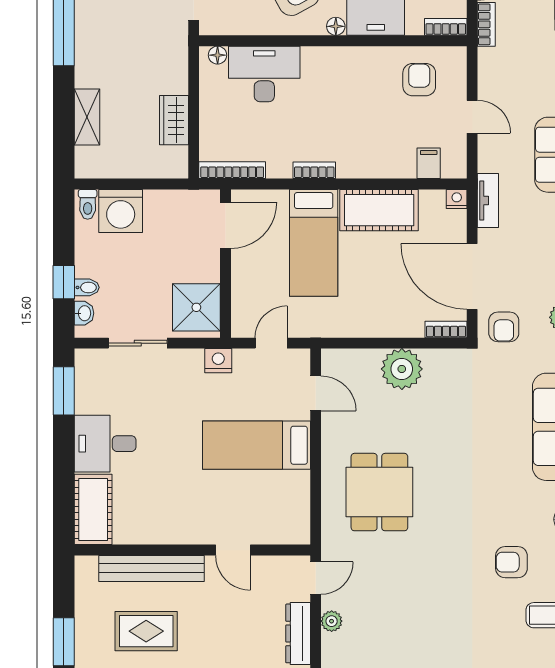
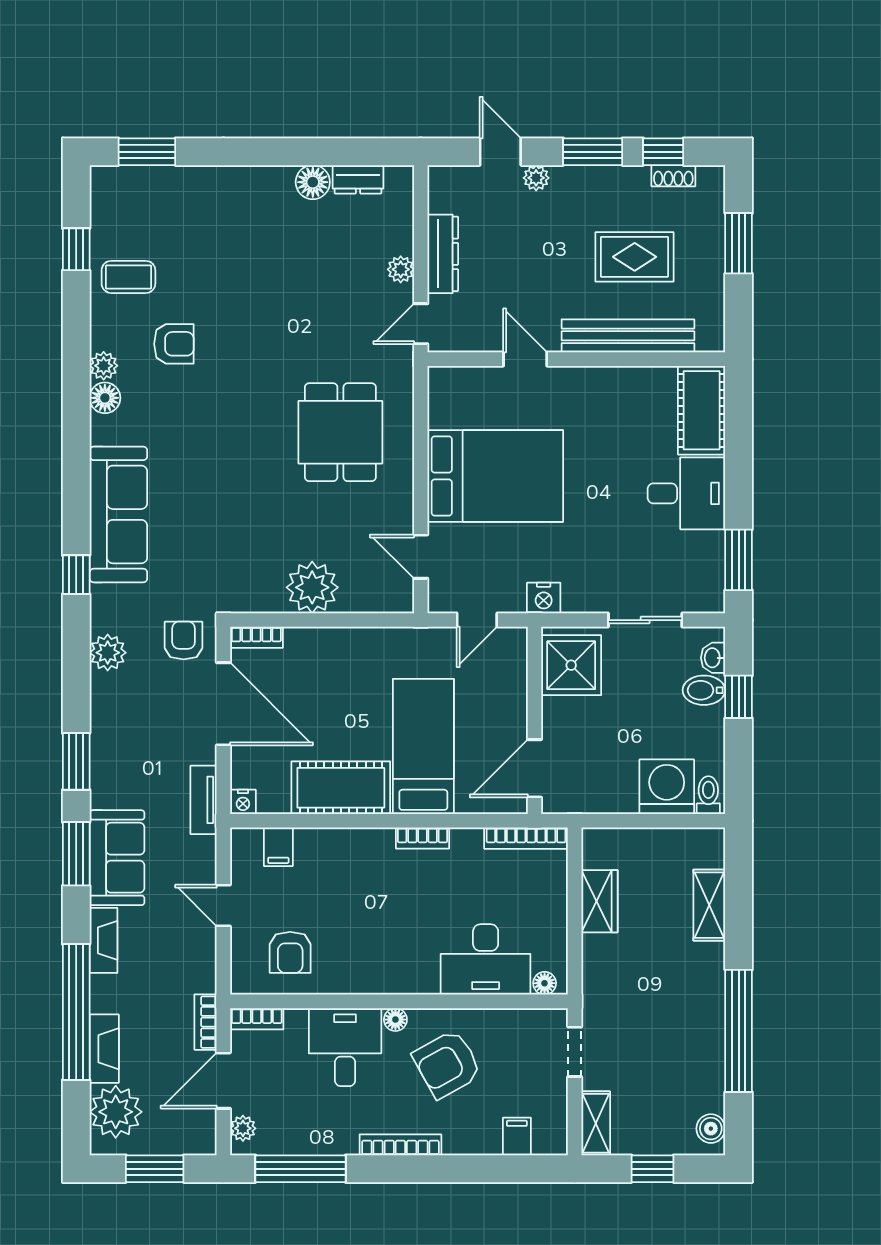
bidet: (87, 287) -> (704, 690), width x1.38, depth x1.36
bed: (257, 445) -> (495, 476), width x1.50

